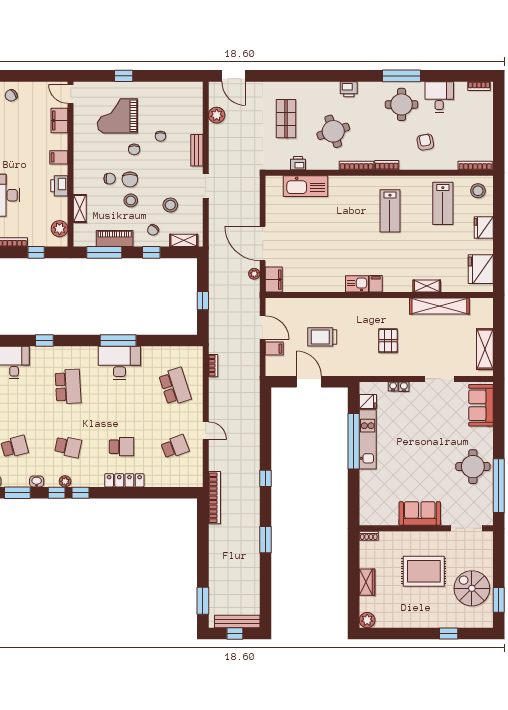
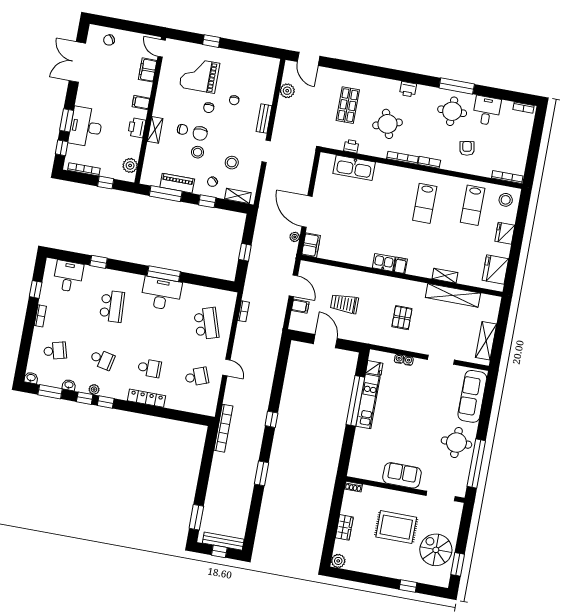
shelving: (80, 208) -> (155, 130), moved
sofa: (481, 405) -> (472, 396), width x1.36

